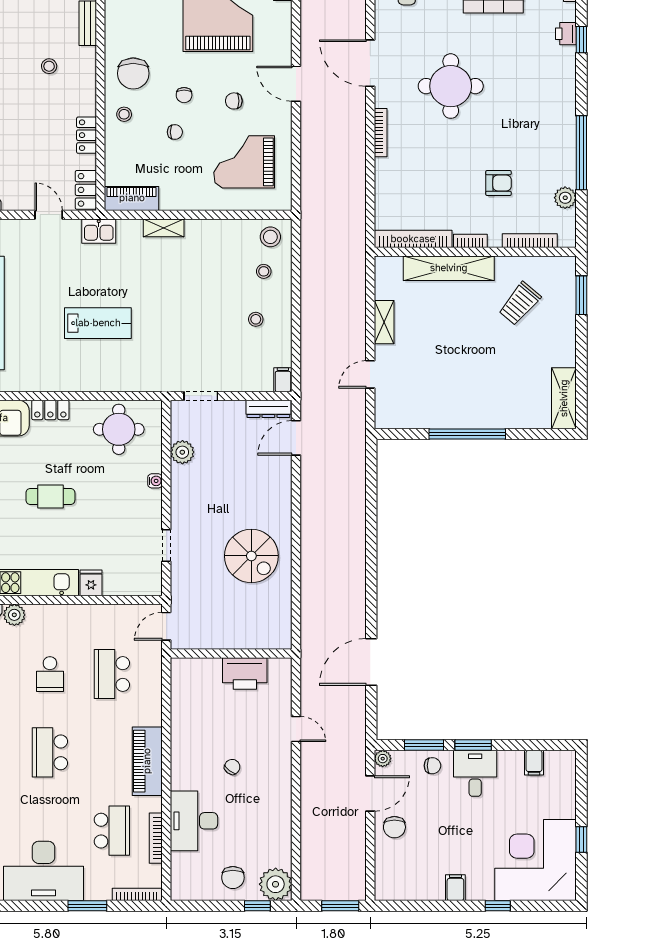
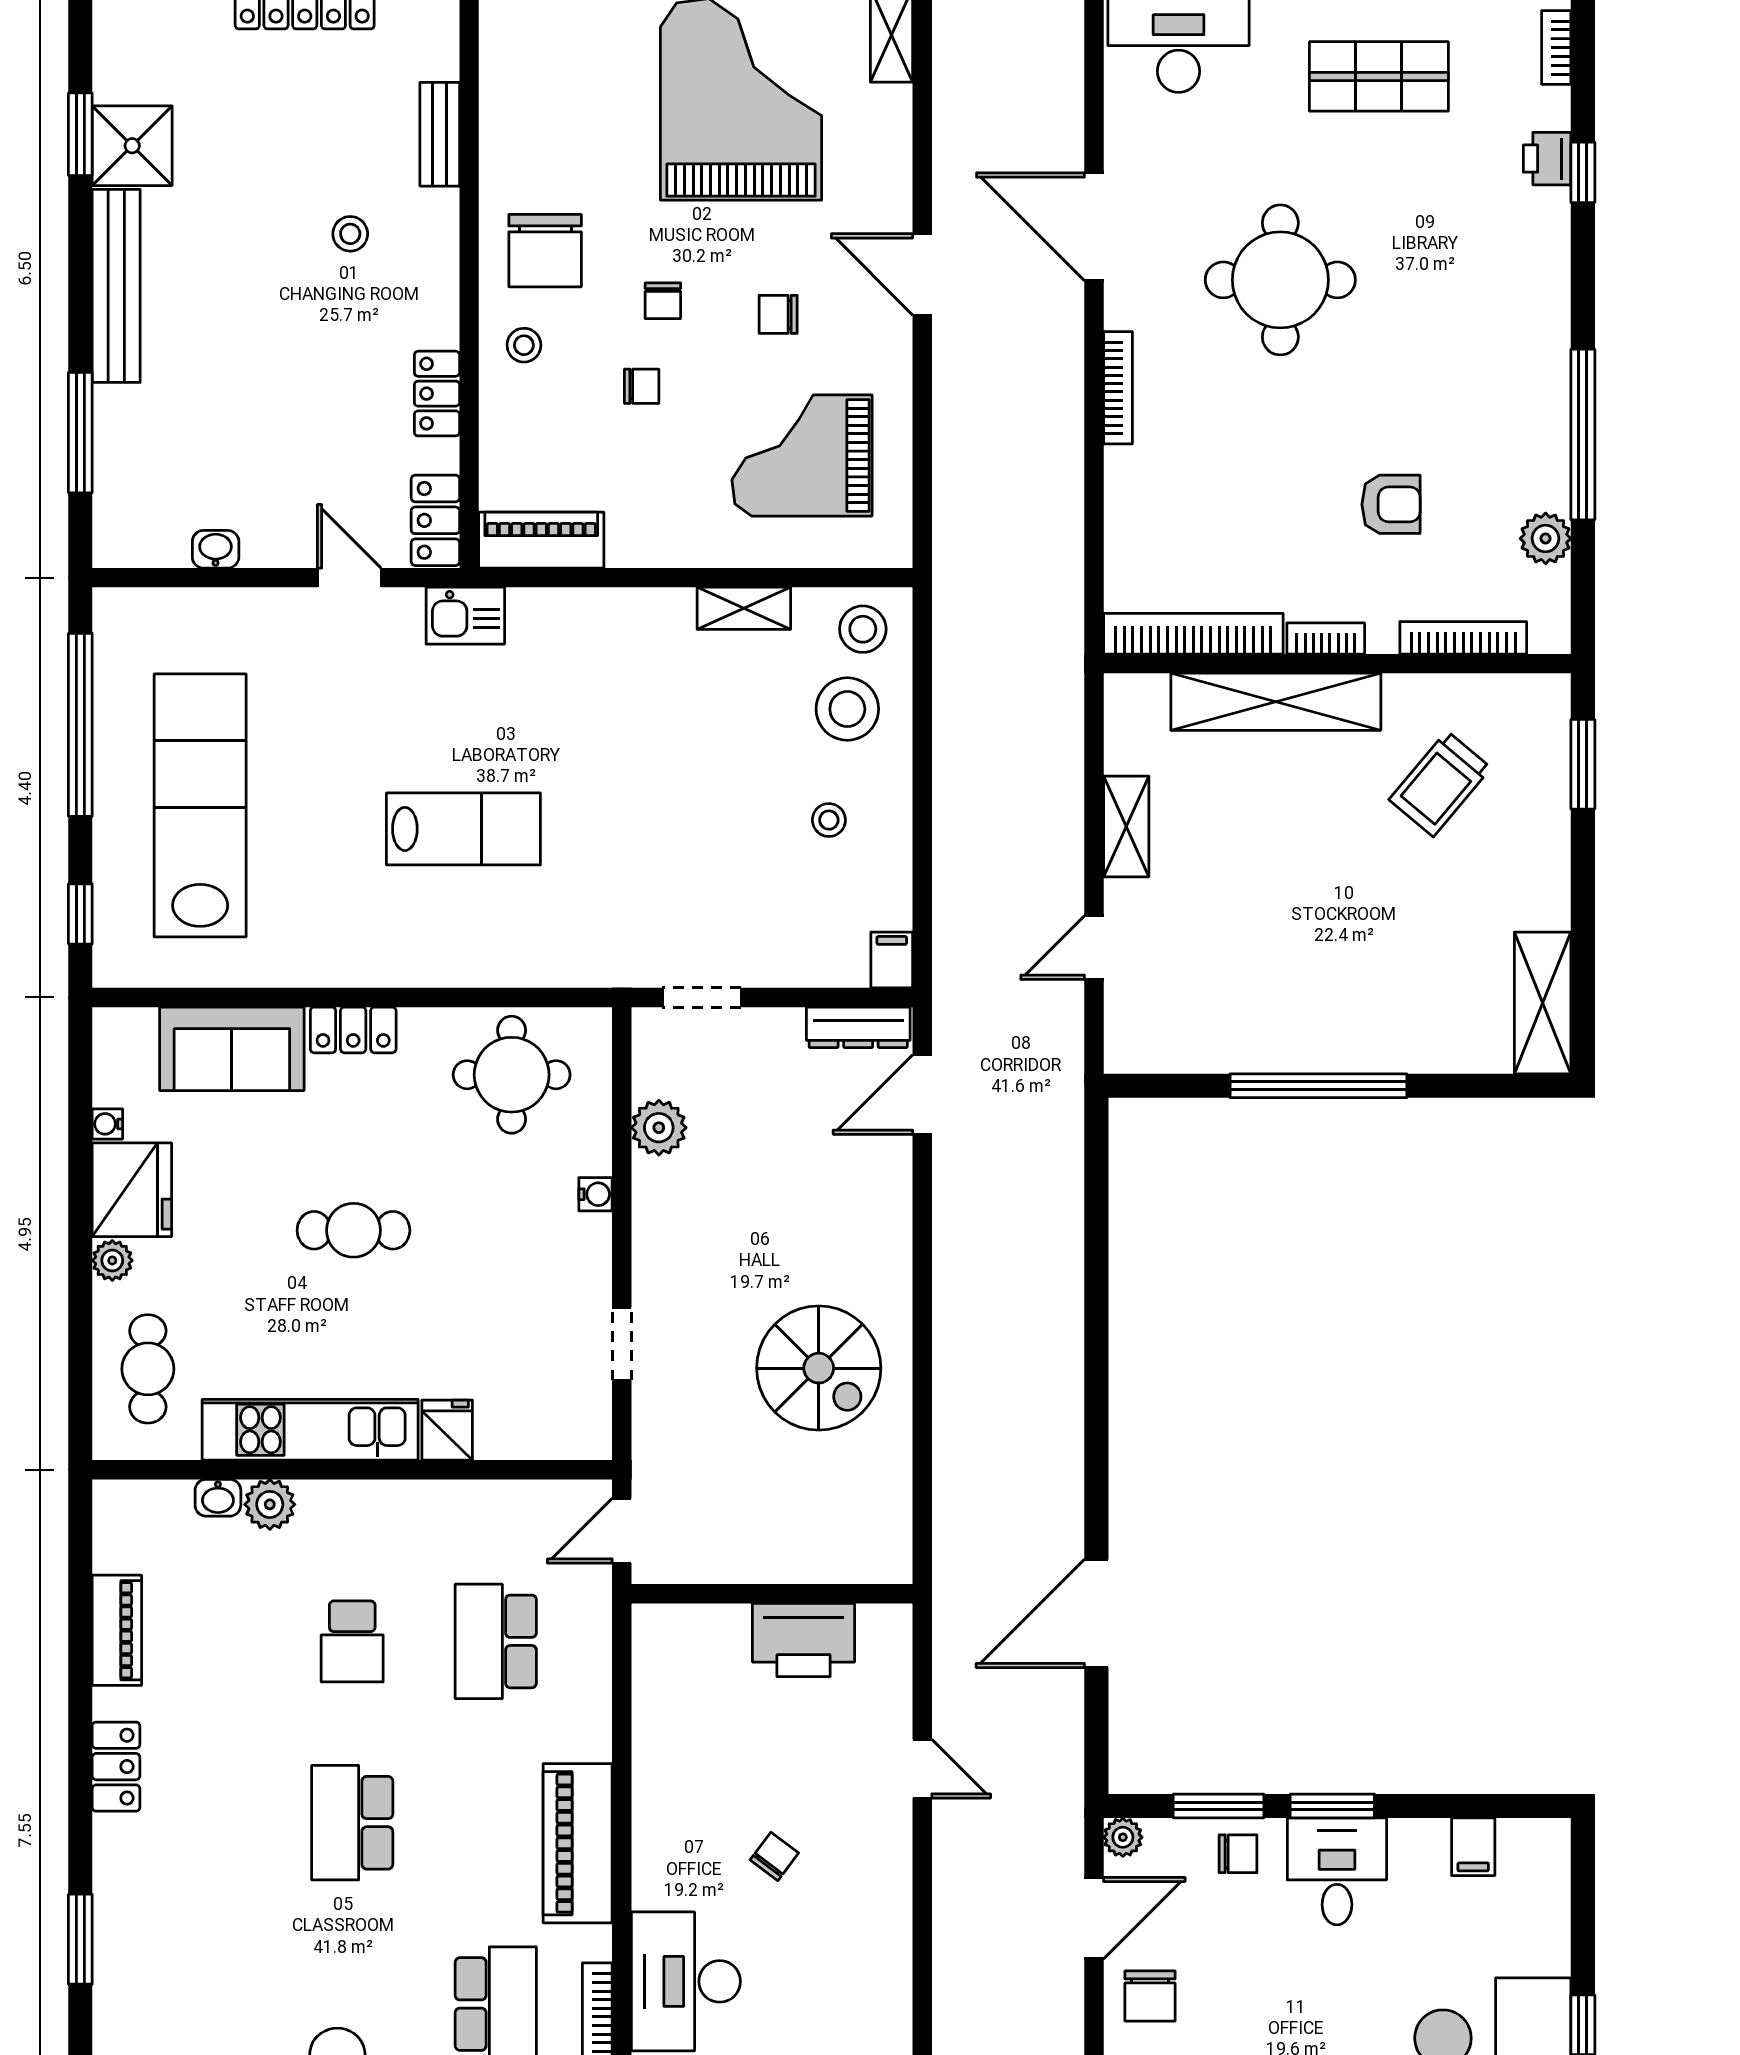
shelving: (164, 228) -> (744, 608), moved
stool: (264, 271) -> (847, 709), width x1.89, depth x1.89

